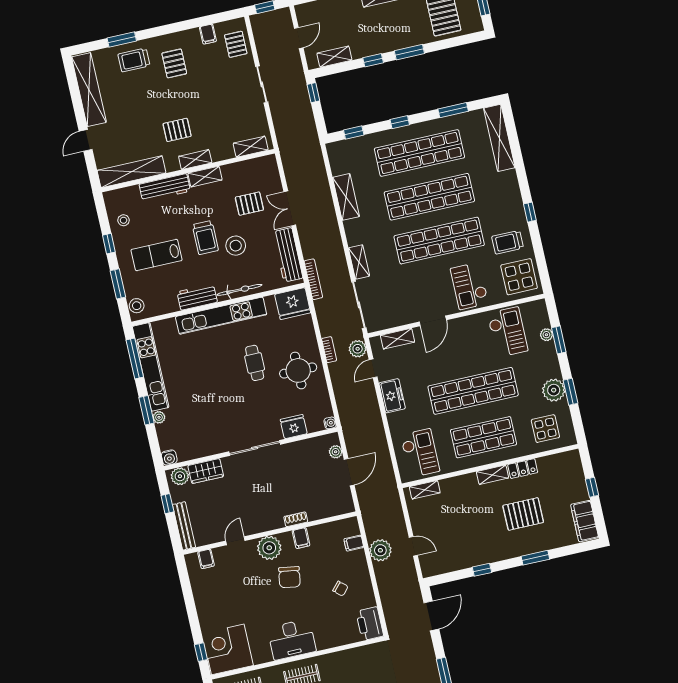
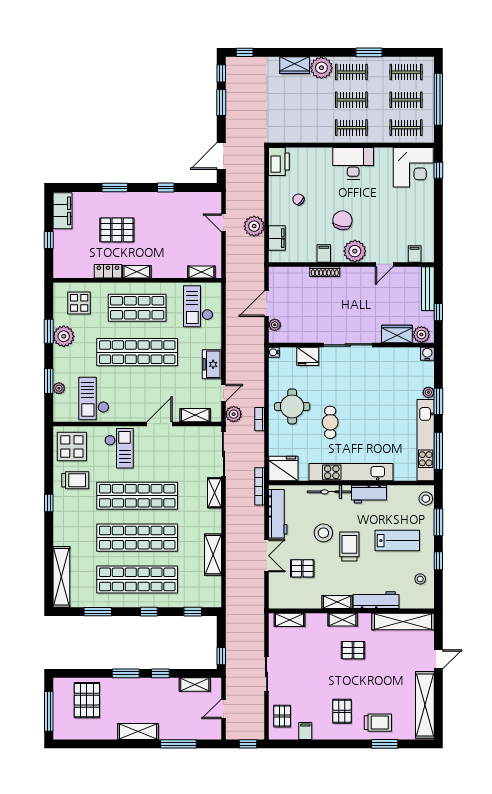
shoe rack: (296, 519) -> (325, 272), width x1.43
filing cabinet: (354, 543) -> (277, 238), width x2.00

